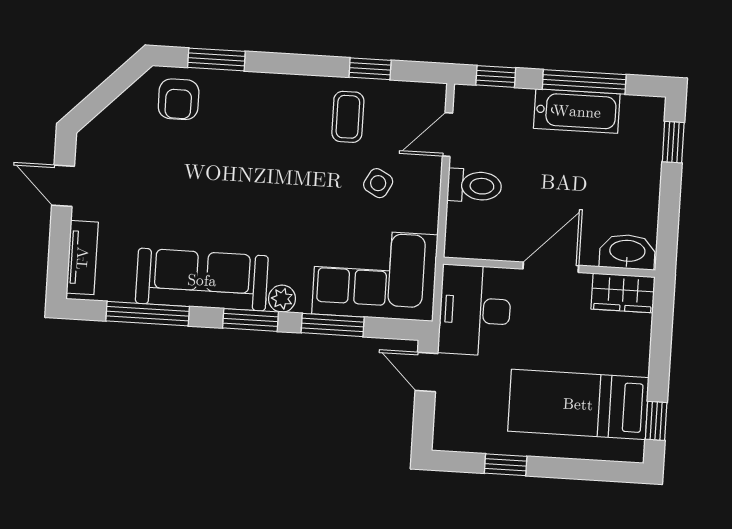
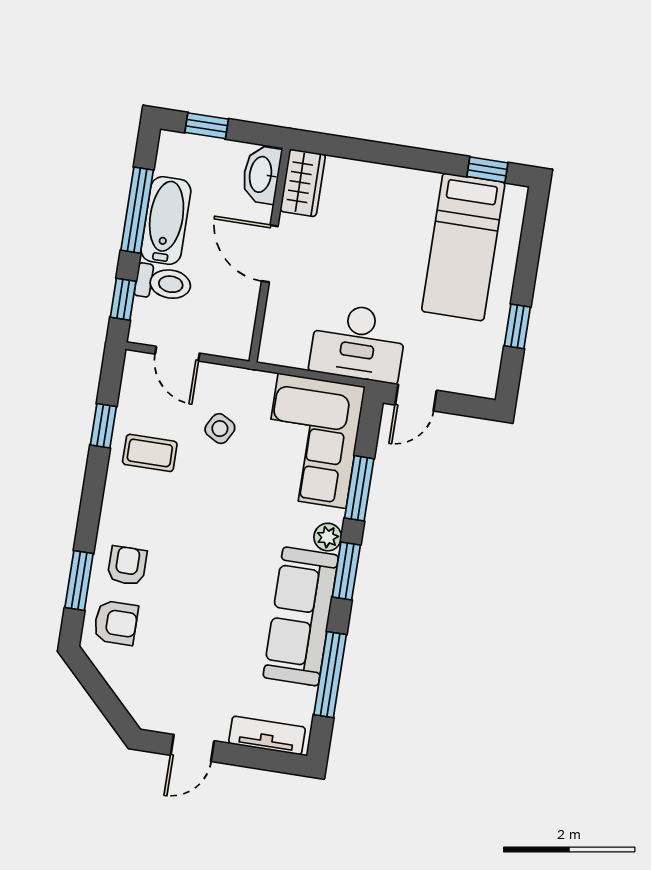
armchair: (235, 105) -> (127, 566), added
toilet: (474, 186) -> (163, 283), moved, turned 90
washbasin: (627, 252) -> (261, 175), moved
wall: (549, 267) -> (270, 255), moved
door: (551, 267) -> (270, 254), moved
wardrobe: (623, 293) -> (303, 183), moved

